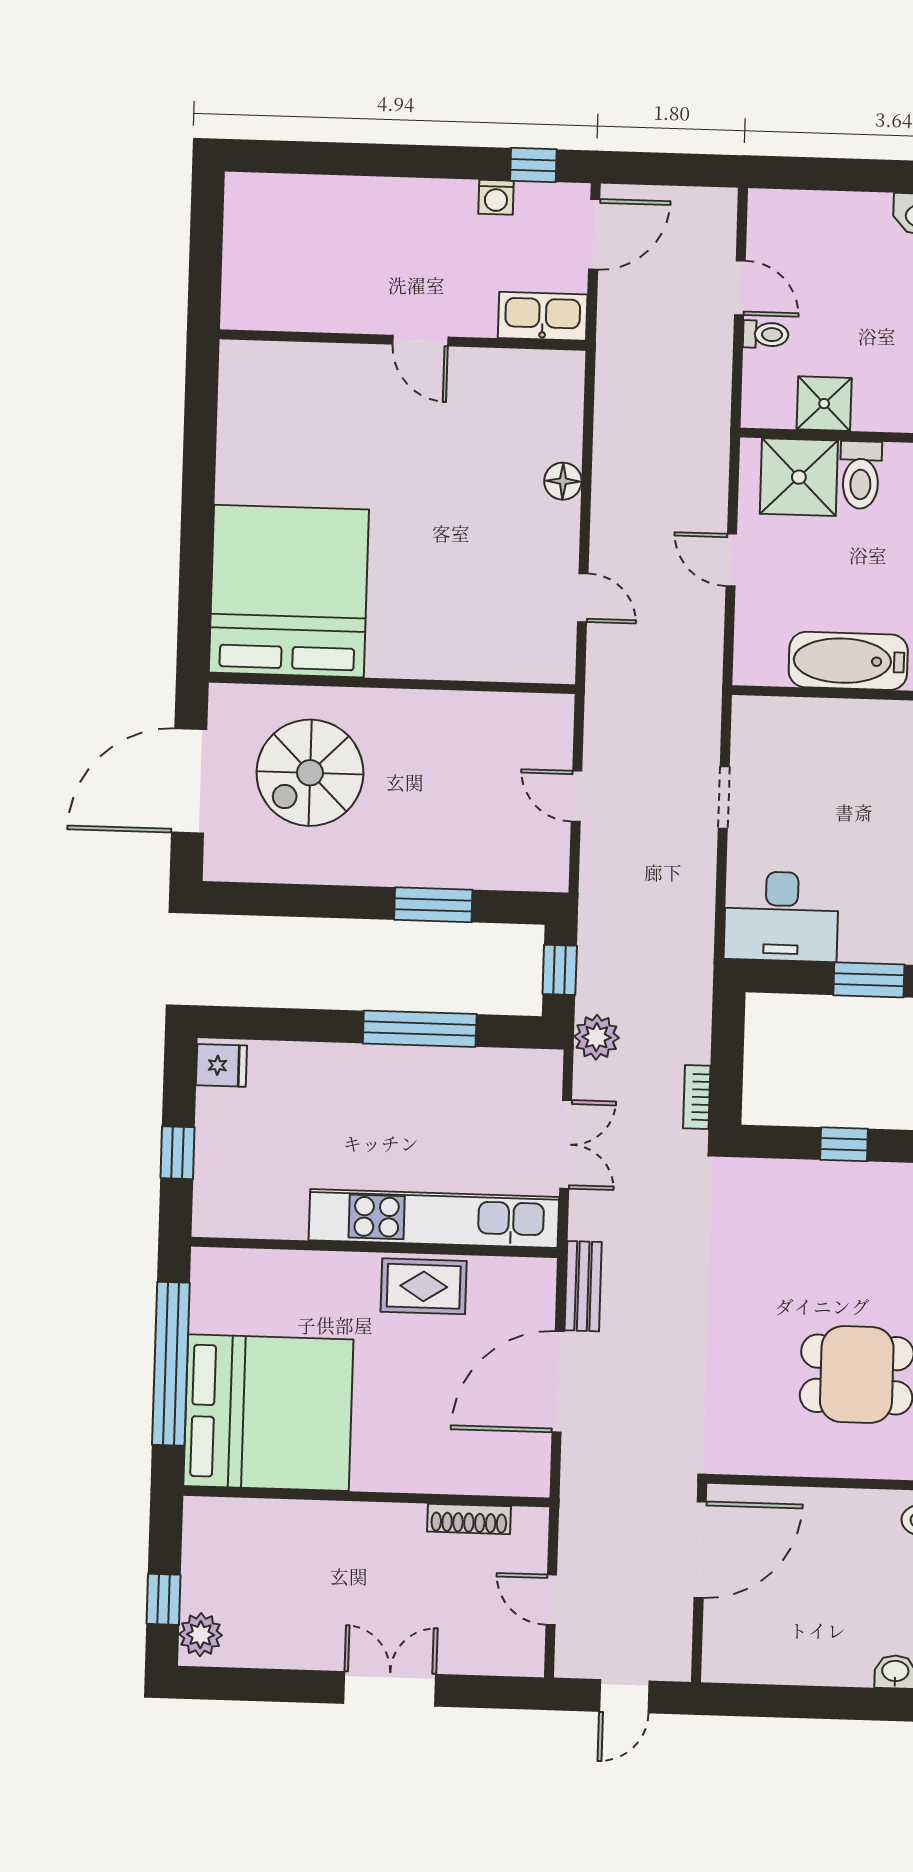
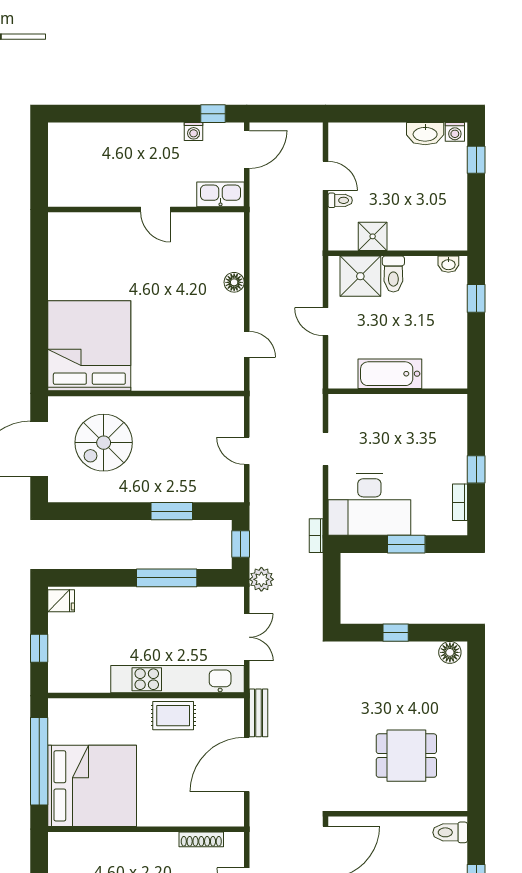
desk: (781, 916) -> (369, 504), width x1.36, depth x1.30
bookcase: (697, 1097) -> (316, 536), moved

